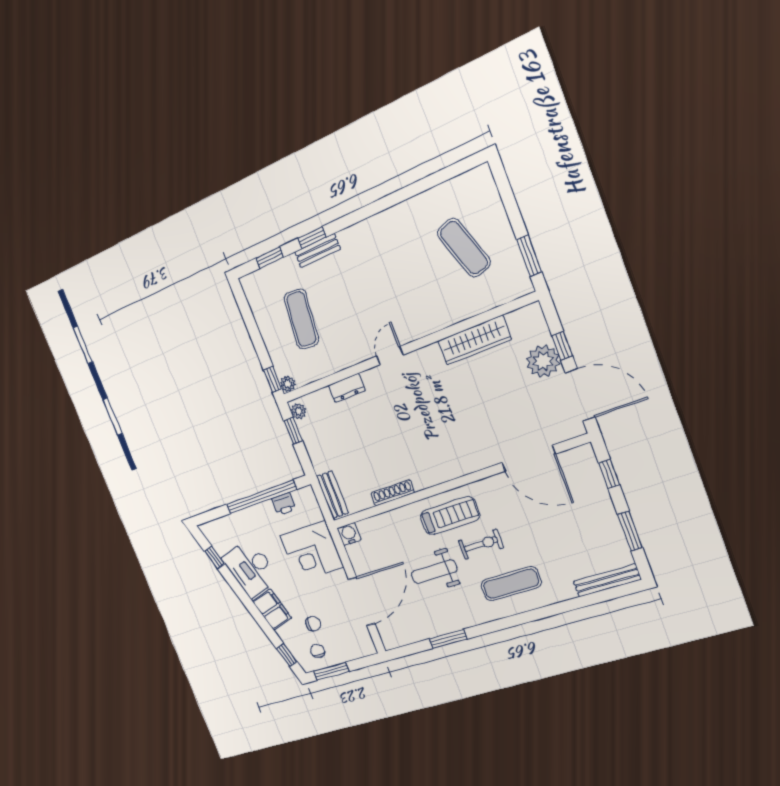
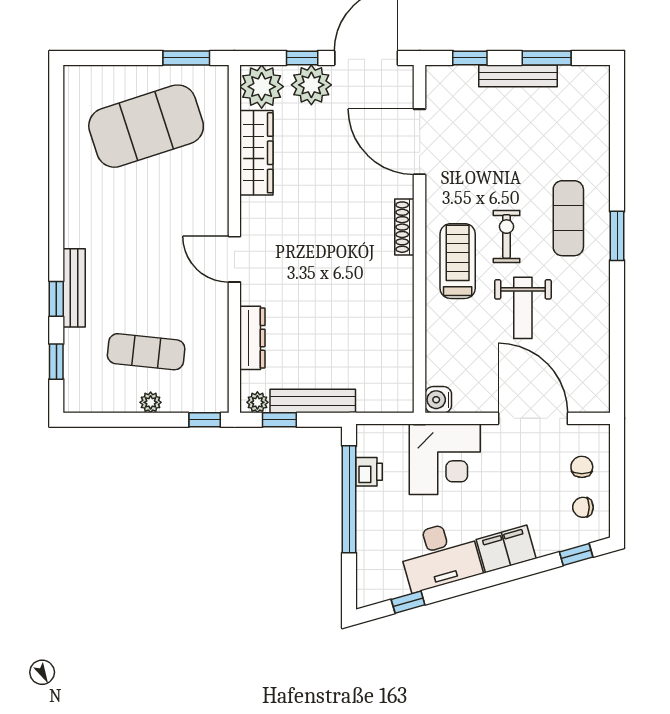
exercise mat: (464, 248) -> (146, 126), width x2.00, depth x1.45
bench: (317, 251) -> (74, 288), width x1.36
plant: (528, 324) -> (262, 87), added
door: (390, 356) -> (234, 259), width x1.37
plant: (288, 384) -> (151, 402), moved
dresser: (347, 388) -> (252, 338), width x1.44
door: (528, 458) -> (420, 142), swing flipped
shoe rack: (393, 493) -> (404, 227), moved
bench: (332, 495) -> (313, 401), moved, width x1.36
bench: (607, 580) -> (518, 76), moved, turned 90
chair: (313, 624) -> (582, 467), moved
window: (448, 639) -> (617, 236), moved
window: (331, 671) -> (617, 500), removed

